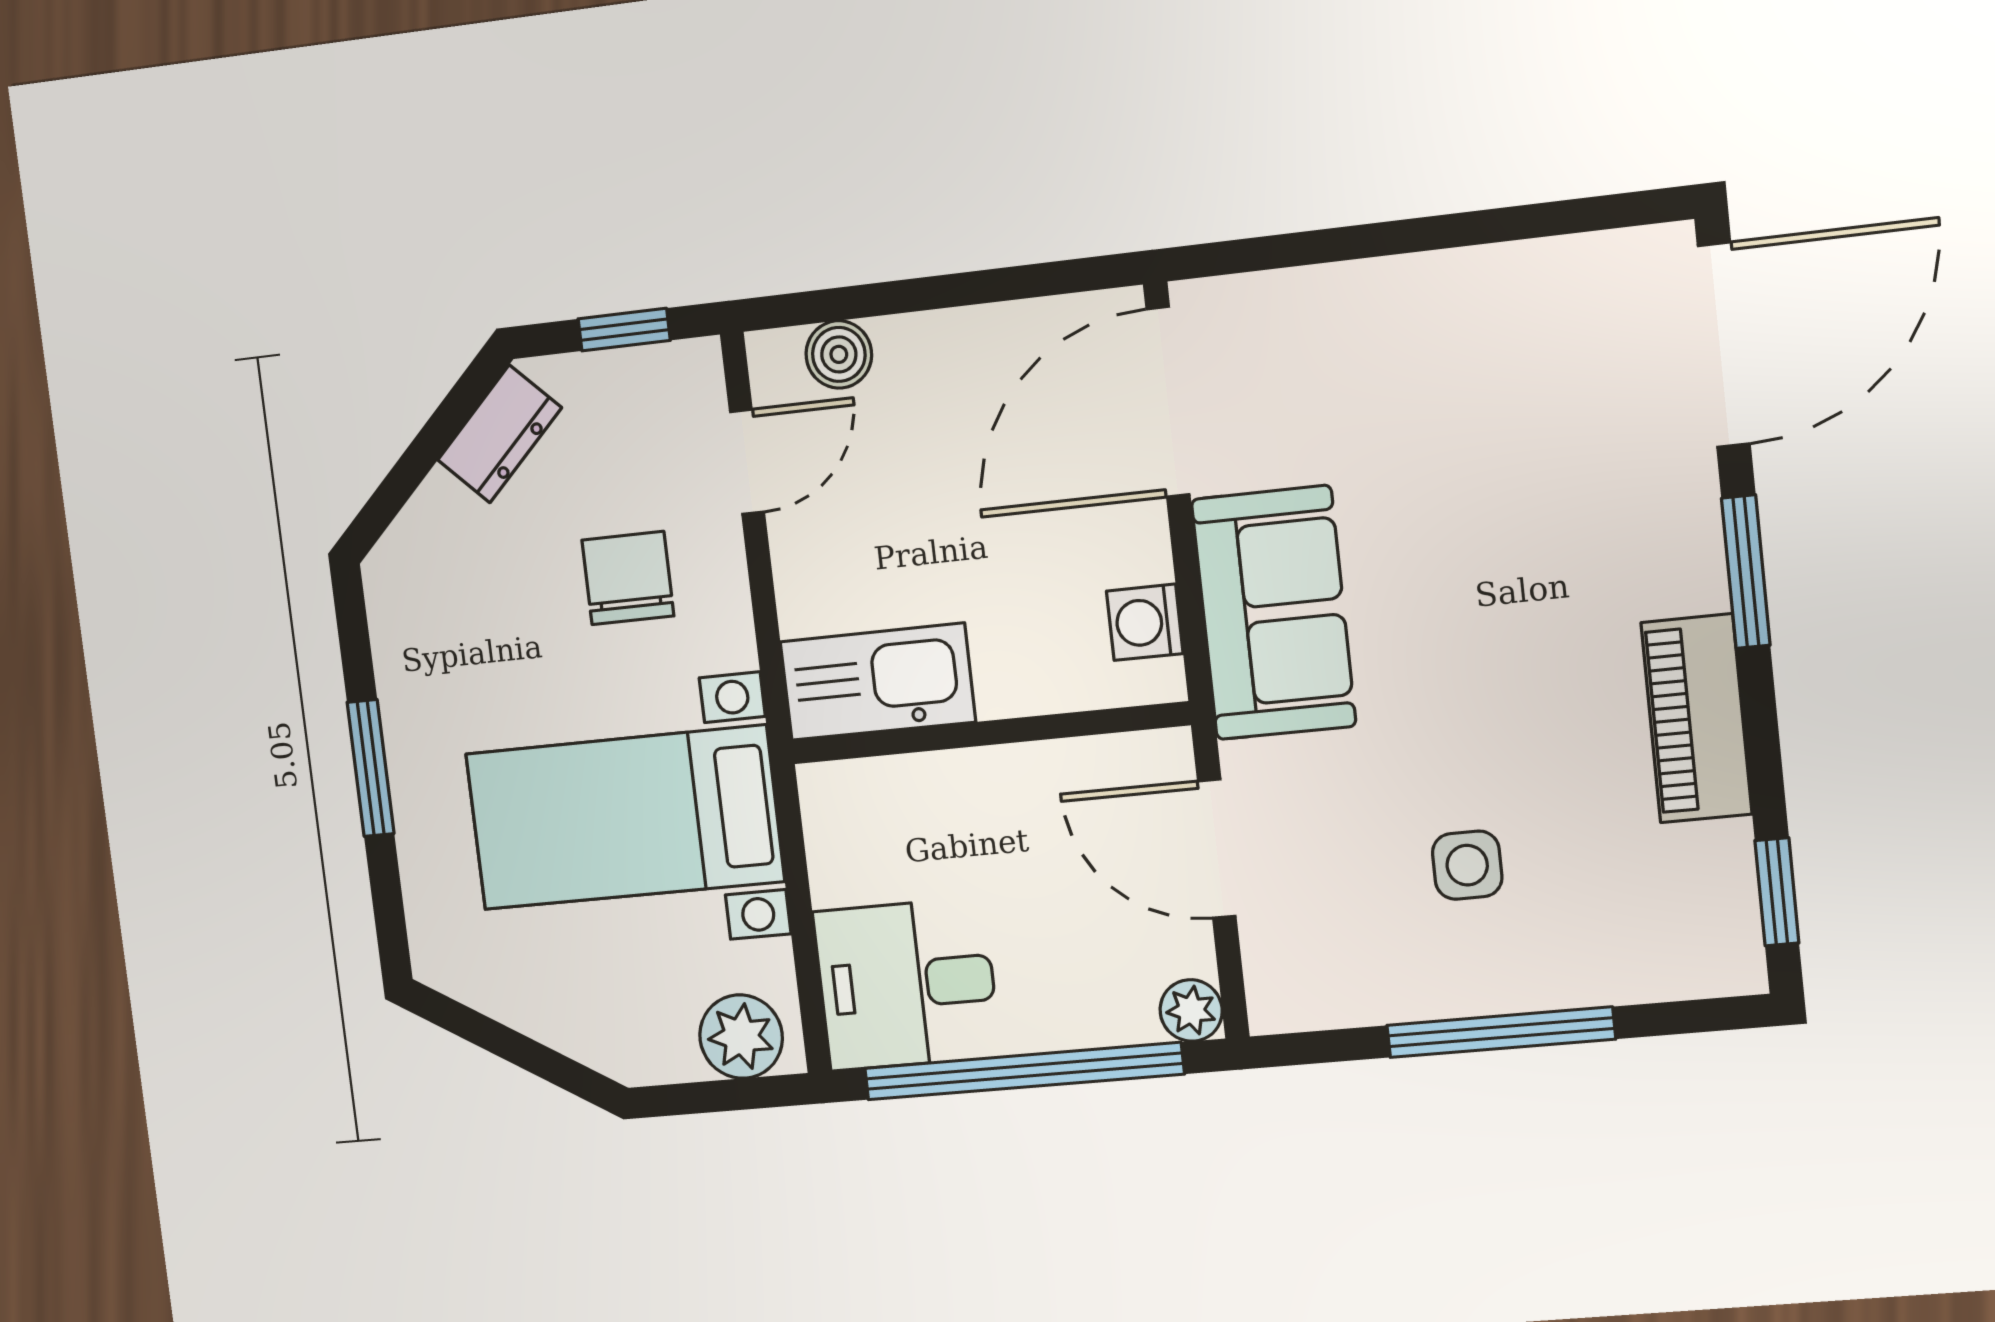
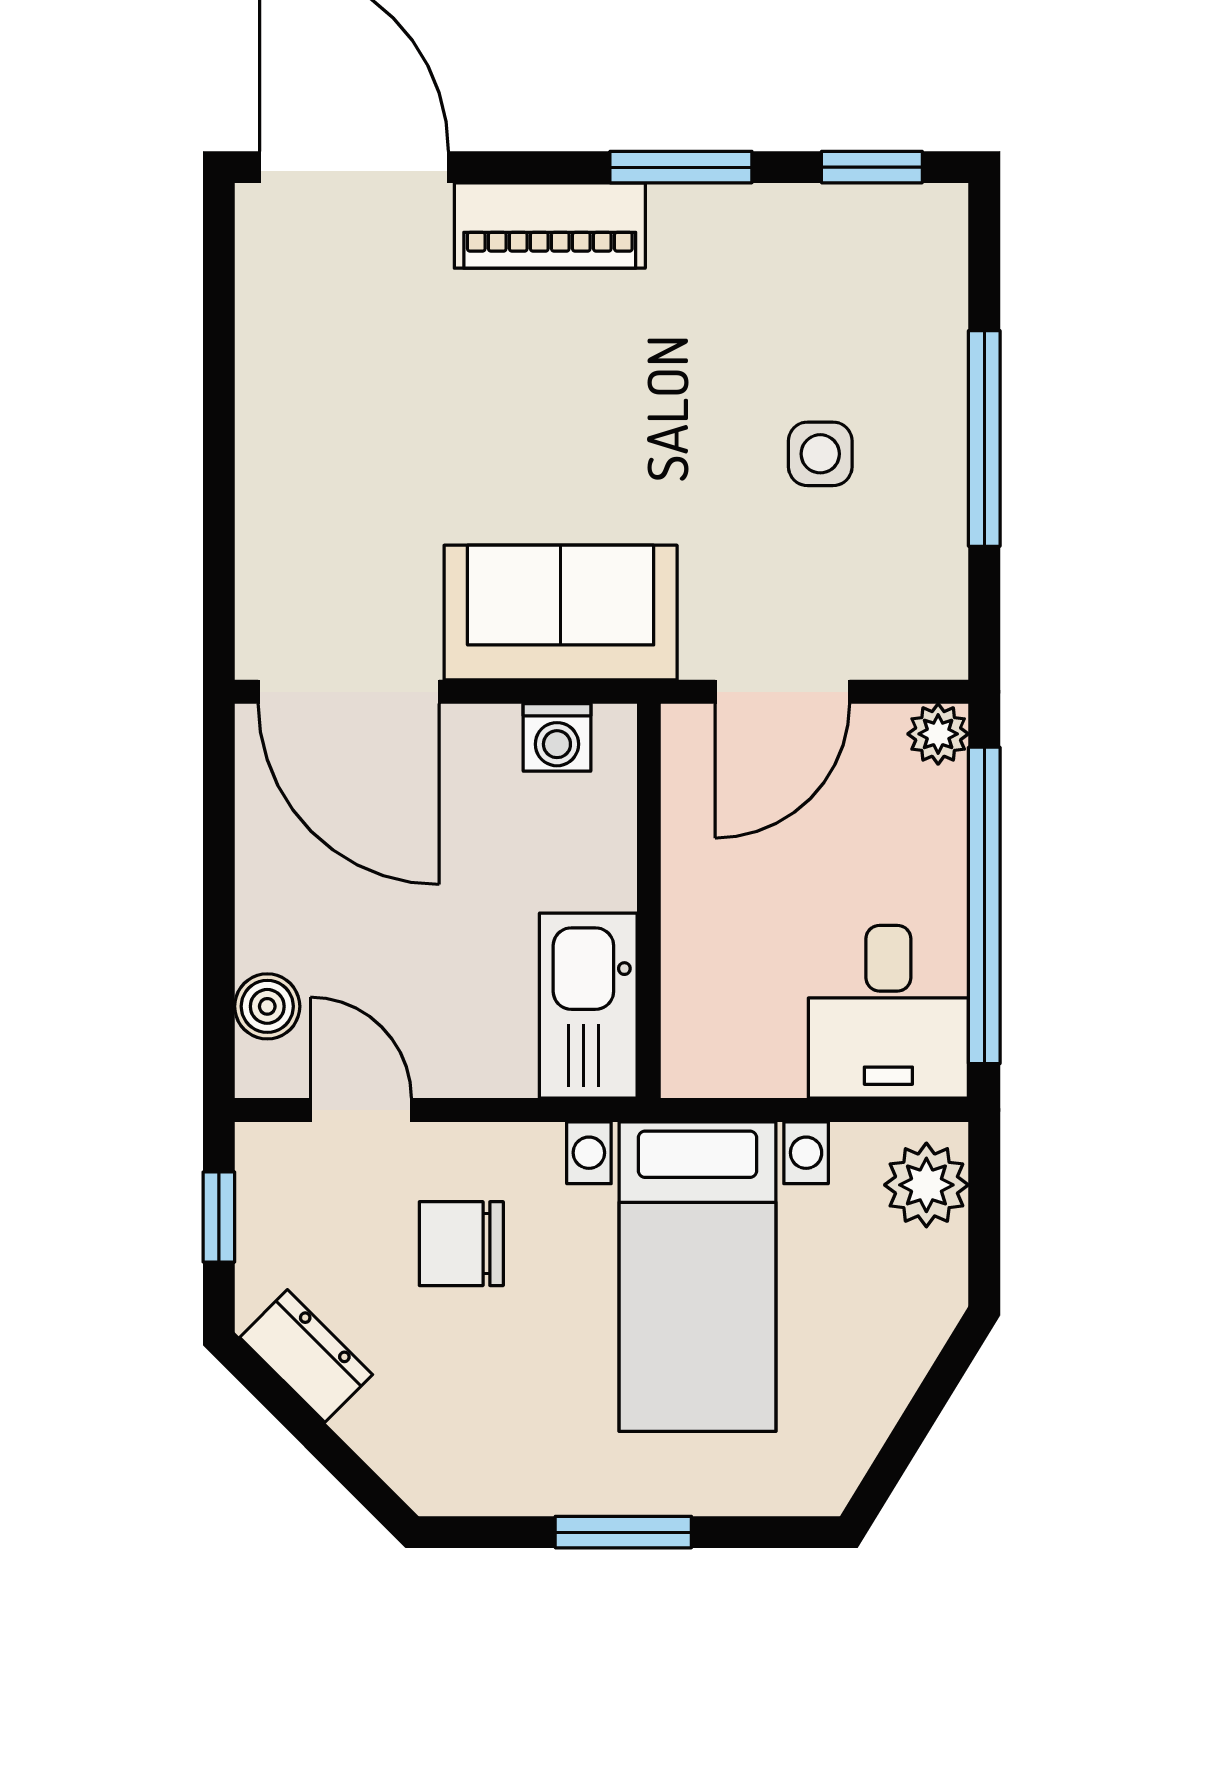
window: (1746, 572) -> (681, 167), moved
piano: (1697, 718) -> (550, 226), moved

